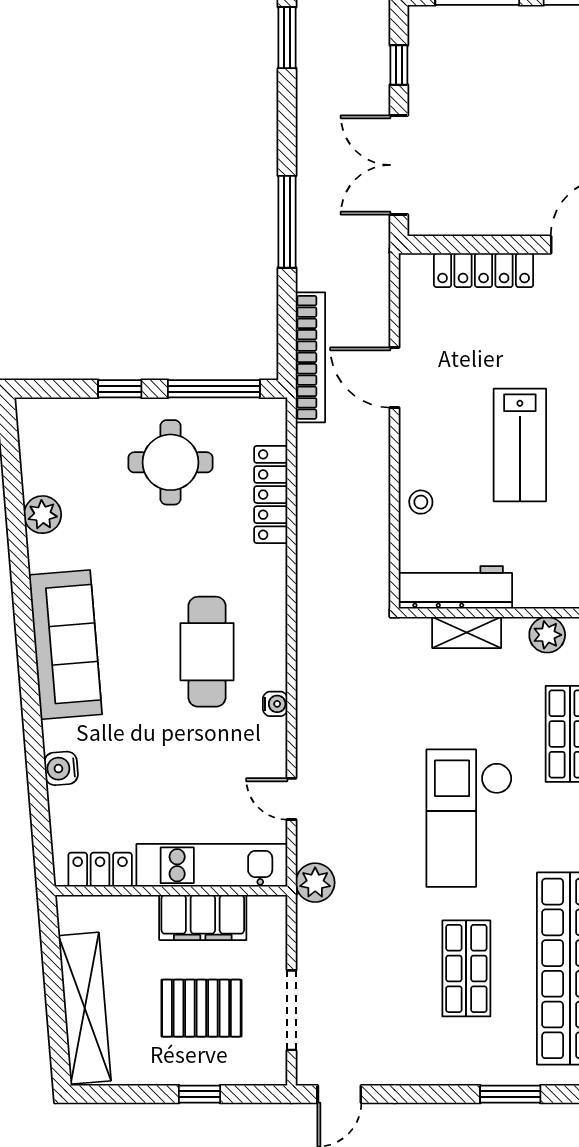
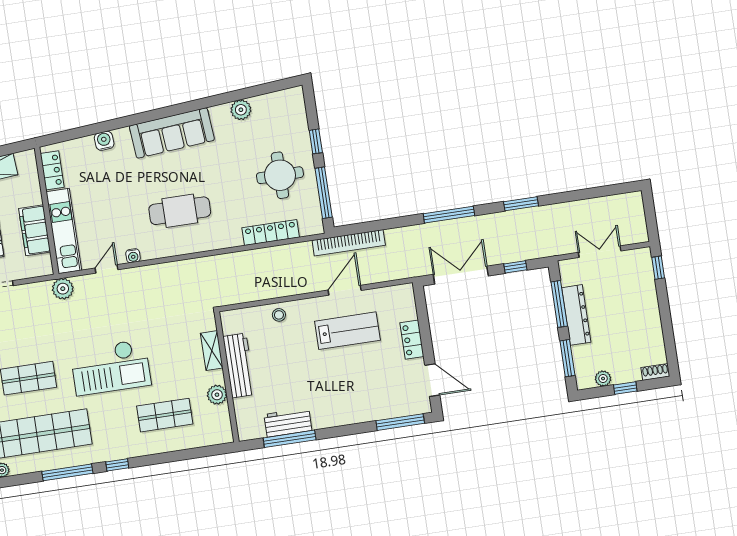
window: (287, 222) -> (449, 215), moved
locker: (484, 270) -> (412, 340), width x0.66
lab bench: (520, 445) -> (347, 331), moved, turned 180
workbench: (455, 587) -> (239, 366), moved
water cooler: (275, 704) -> (133, 256), moved
checkout: (469, 818) -> (111, 367), turned 180

